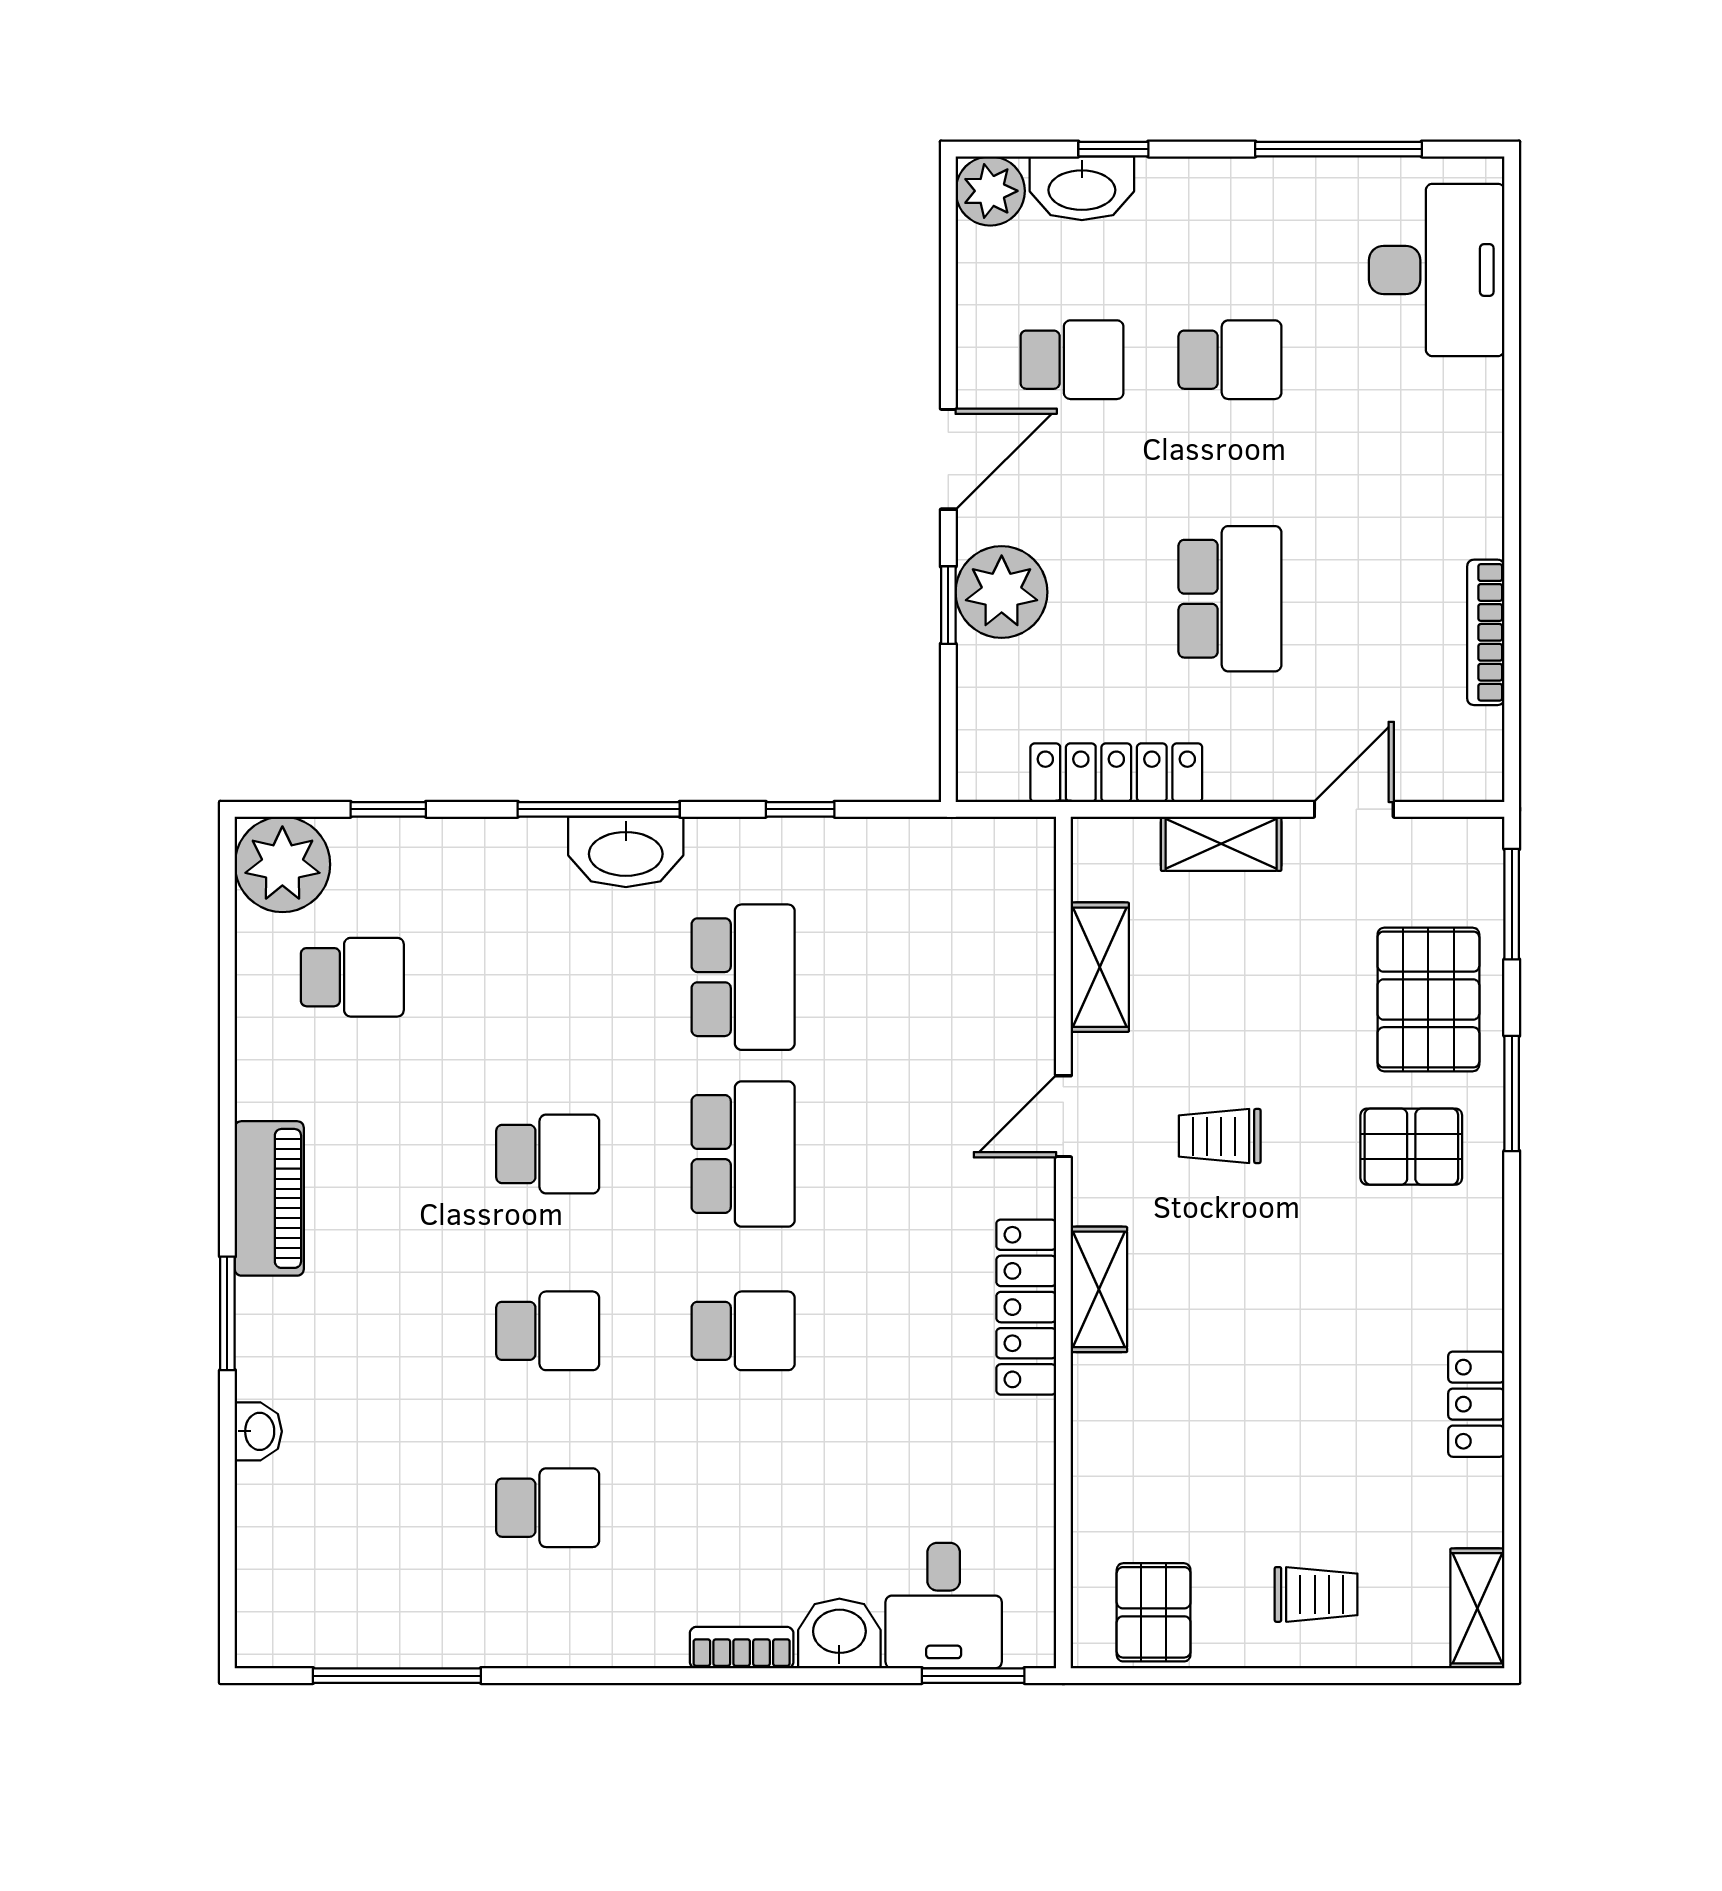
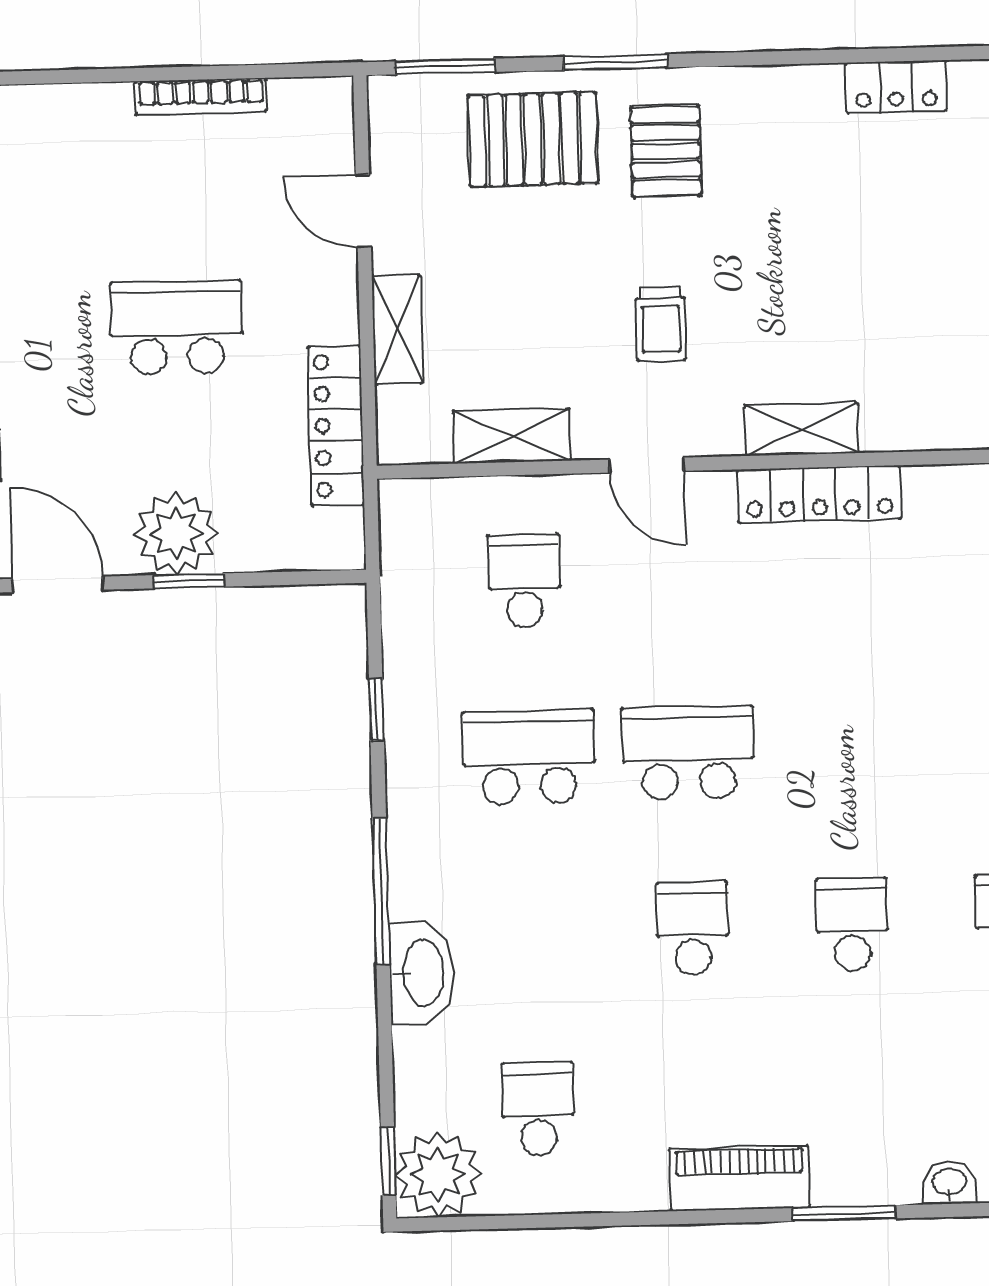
window: (388, 809) -> (388, 1161), moved
washbasin: (626, 852) -> (422, 973), moved
school desk: (743, 1331) -> (524, 581), moved

